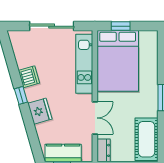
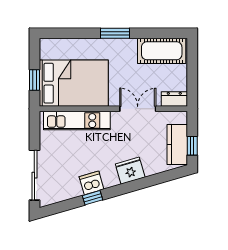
sliding door: (52, 26) -> (34, 175), moved
window: (21, 95) -> (92, 198), moved

